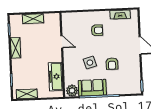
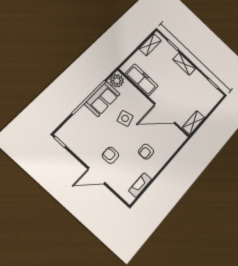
shelving: (33, 19) -> (194, 123), moved
door: (62, 42) -> (165, 113), width x1.87
shelving: (16, 48) -> (184, 64), moved
armchair: (112, 64) -> (110, 155), moved

